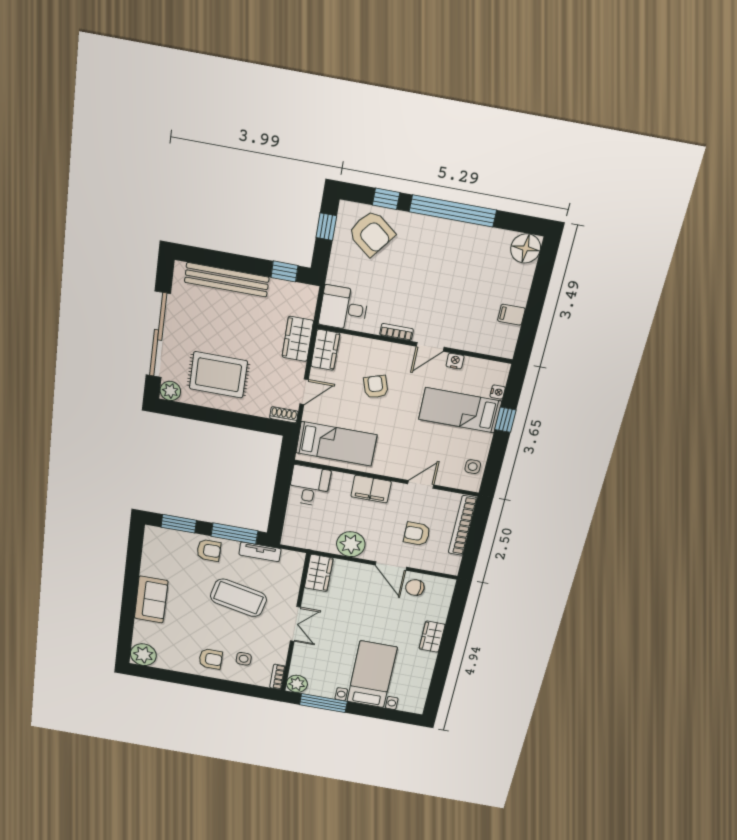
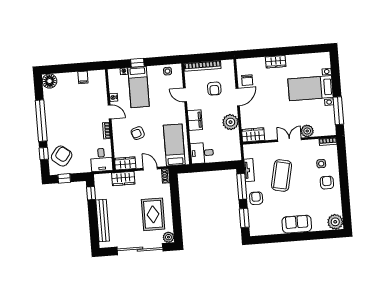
plant: (297, 684) -> (307, 131), moved

